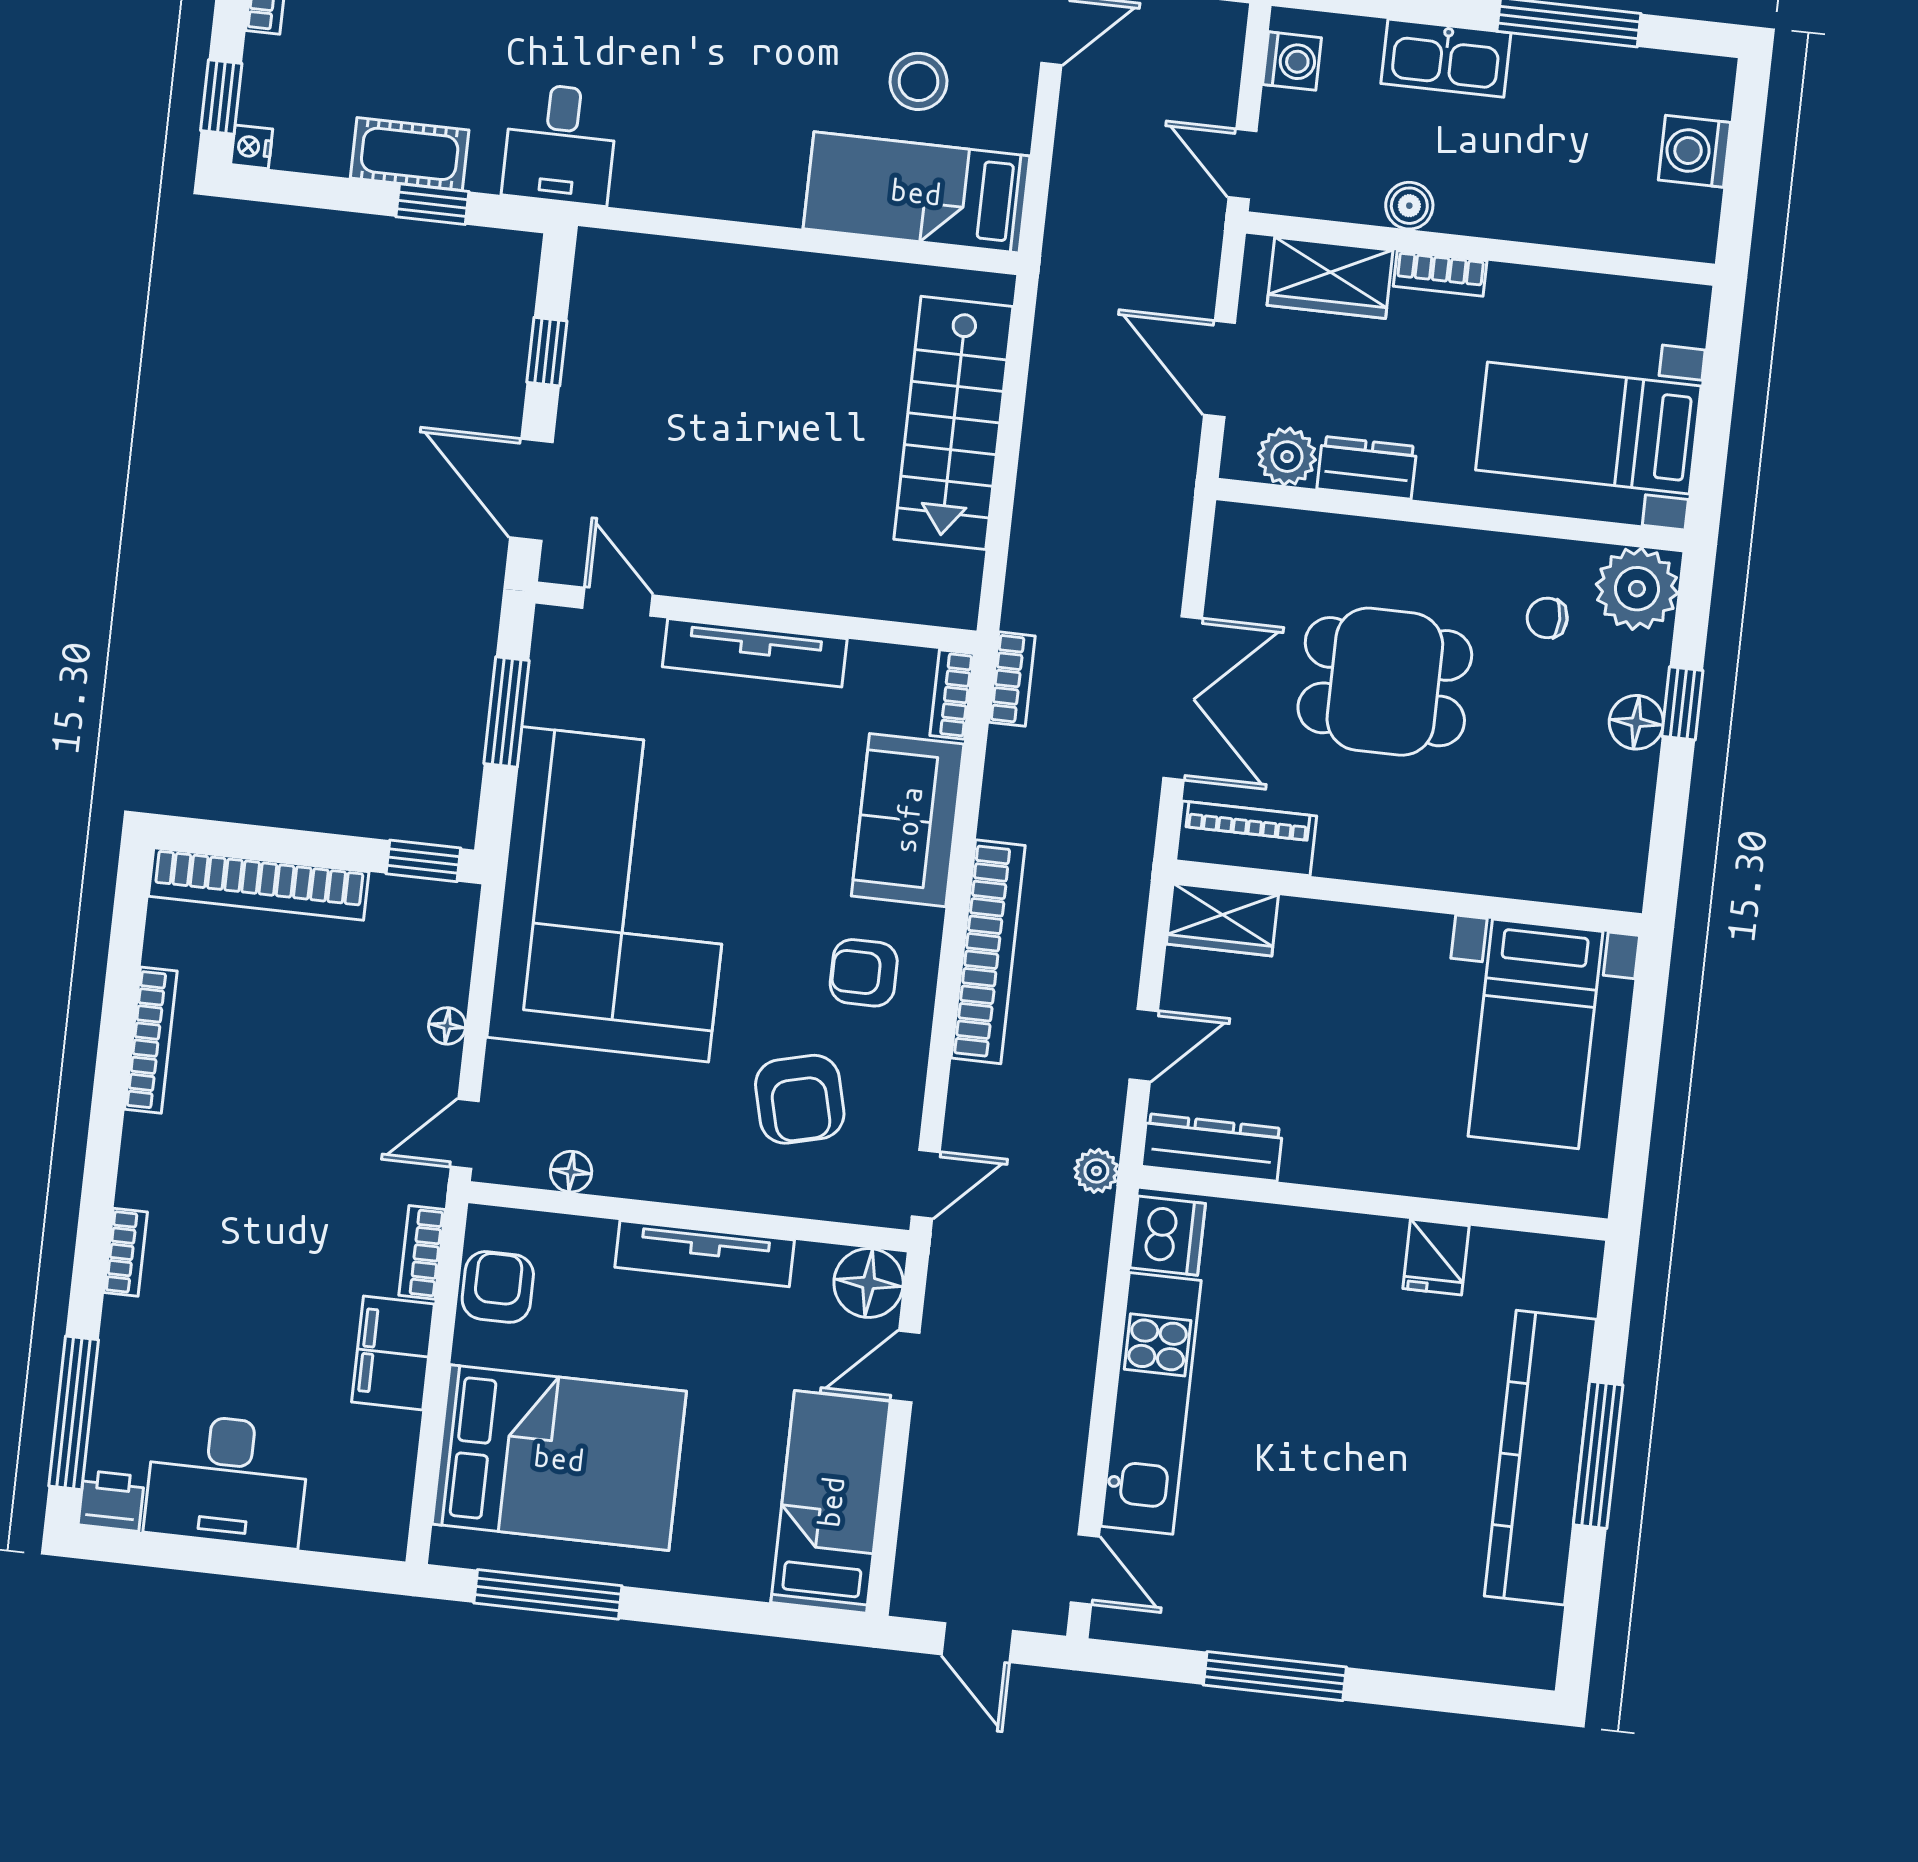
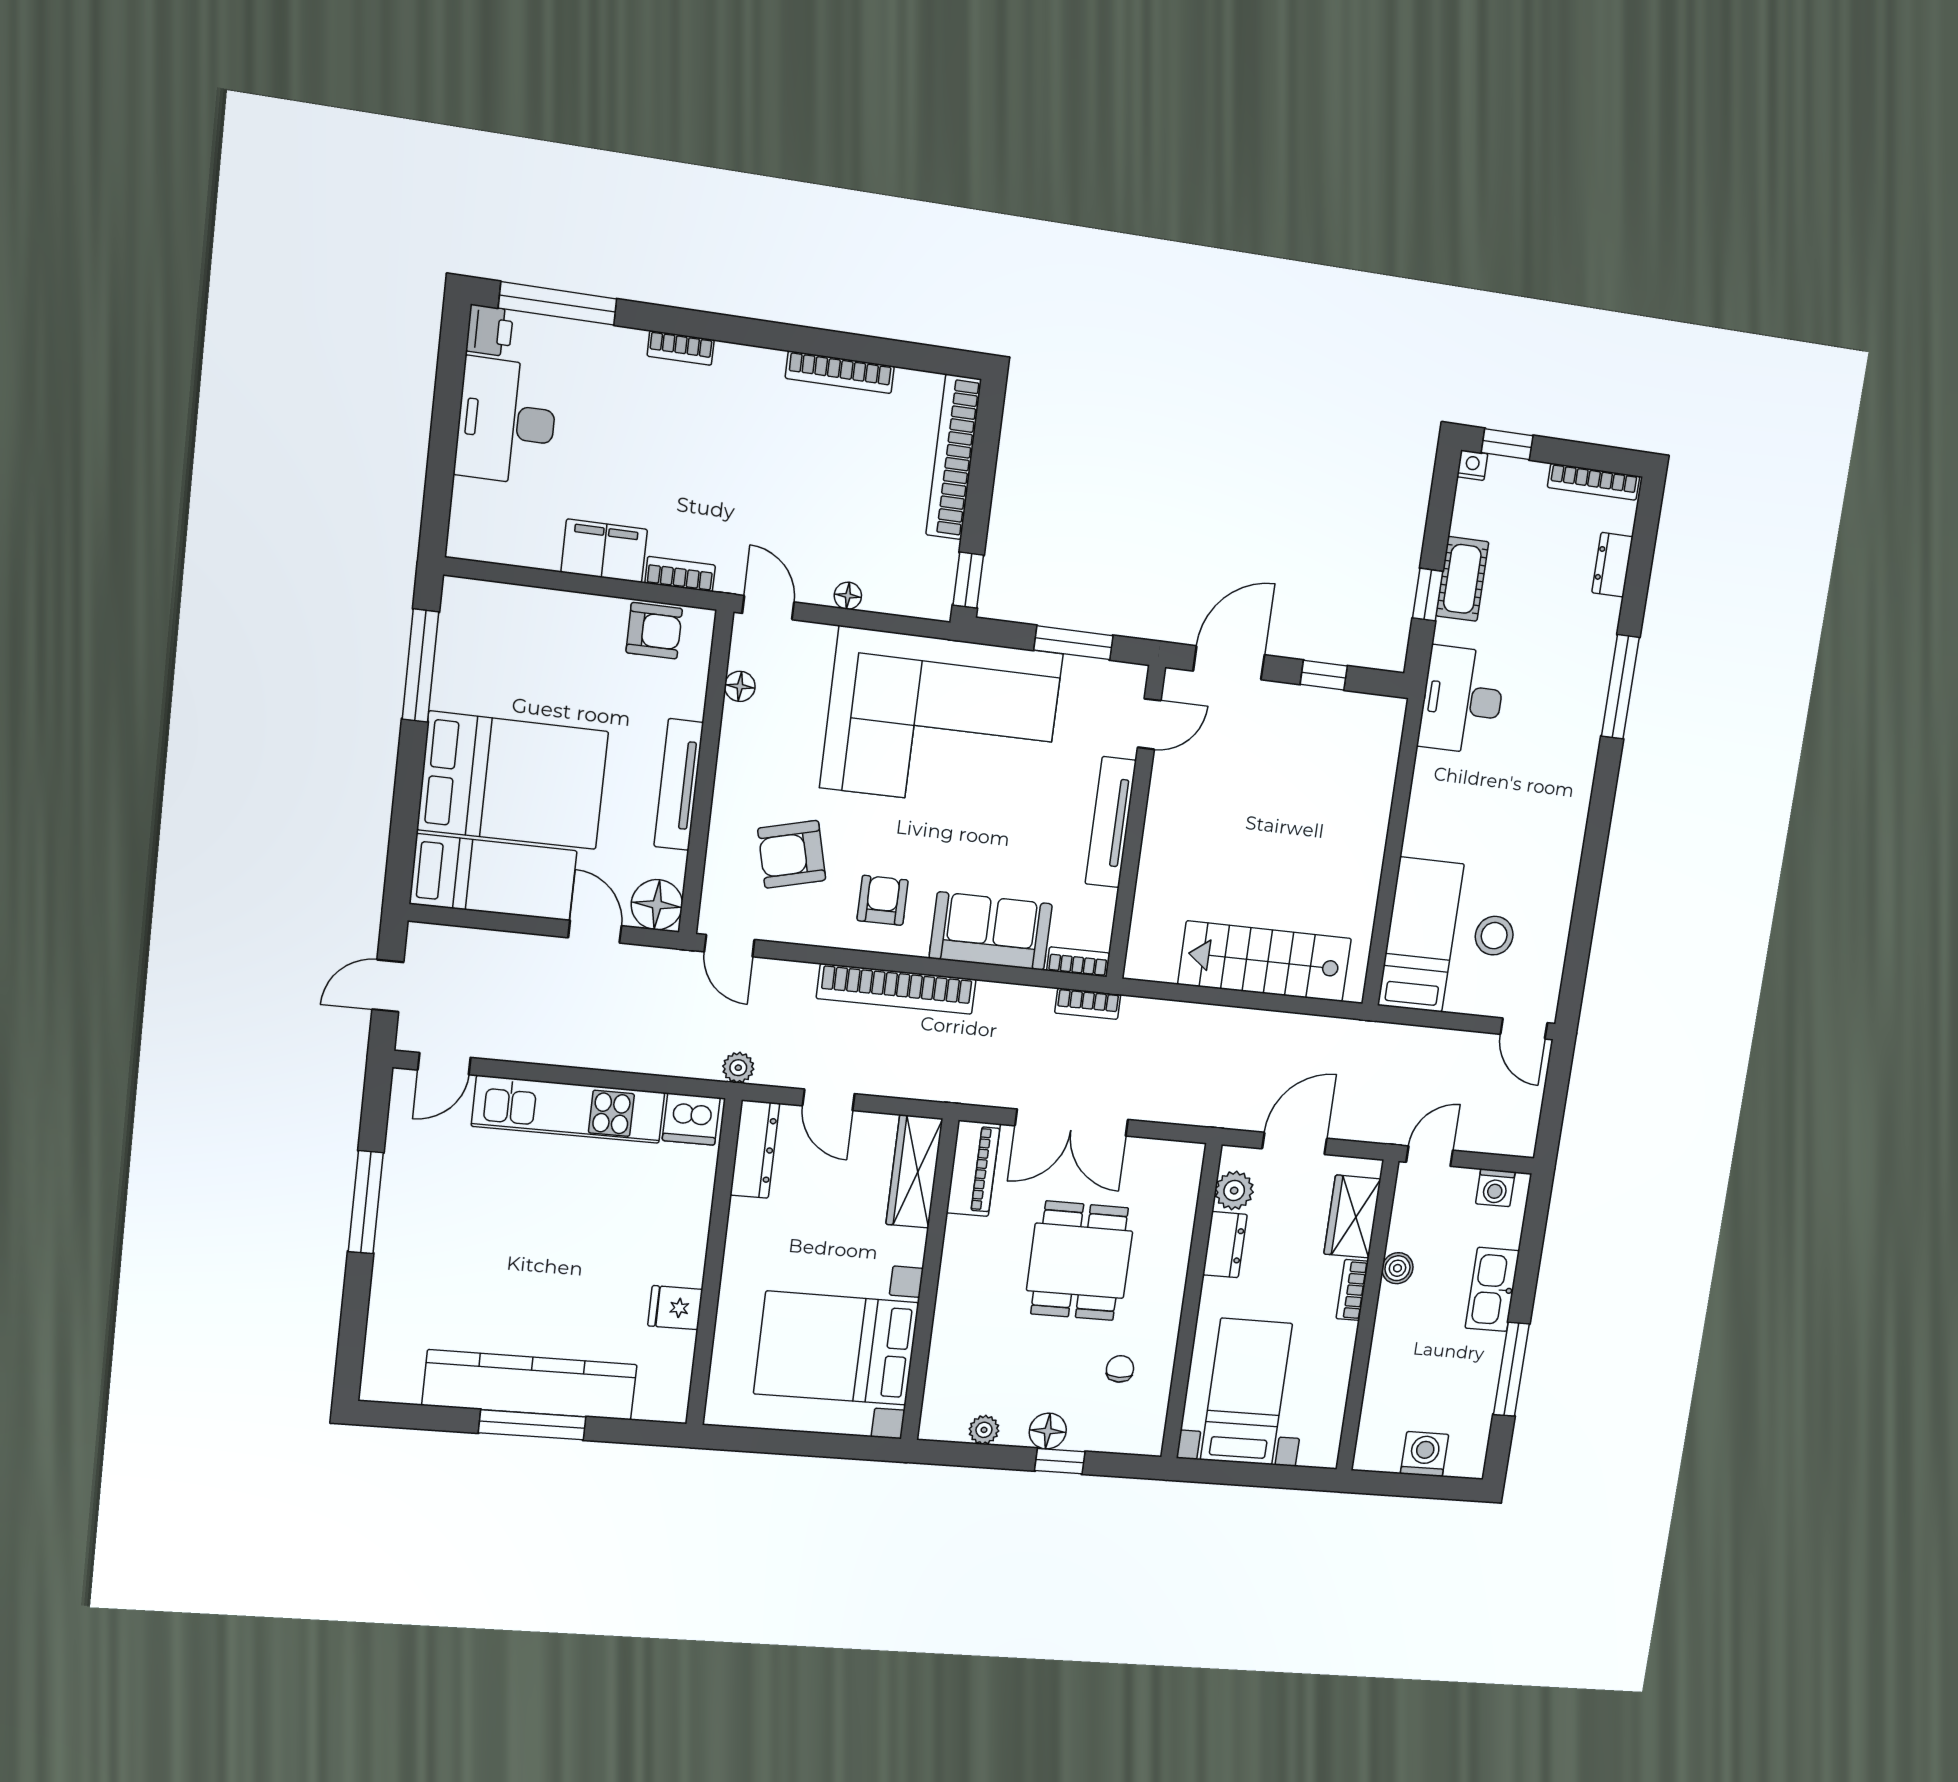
desk: (560, 144) -> (1462, 700), width x1.37
plant: (1637, 589) -> (984, 1430), moved, width x0.53, depth x0.53
wardrobe: (1222, 920) -> (914, 1171), width x1.50
bed with nightstands: (1535, 1034) -> (836, 1348), width x1.36
bed: (559, 1458) -> (513, 780), moved, turned -90

